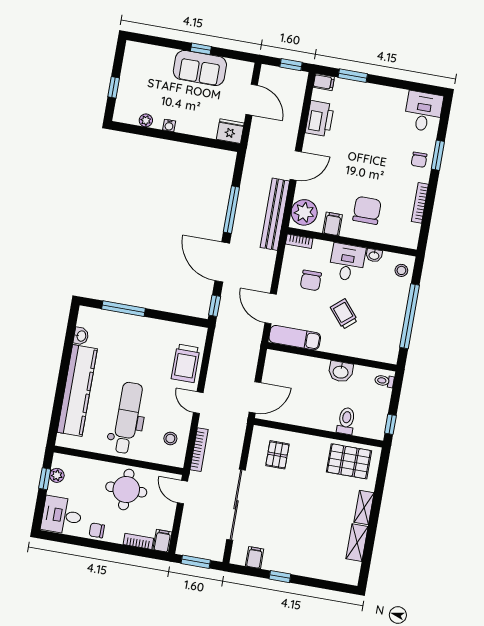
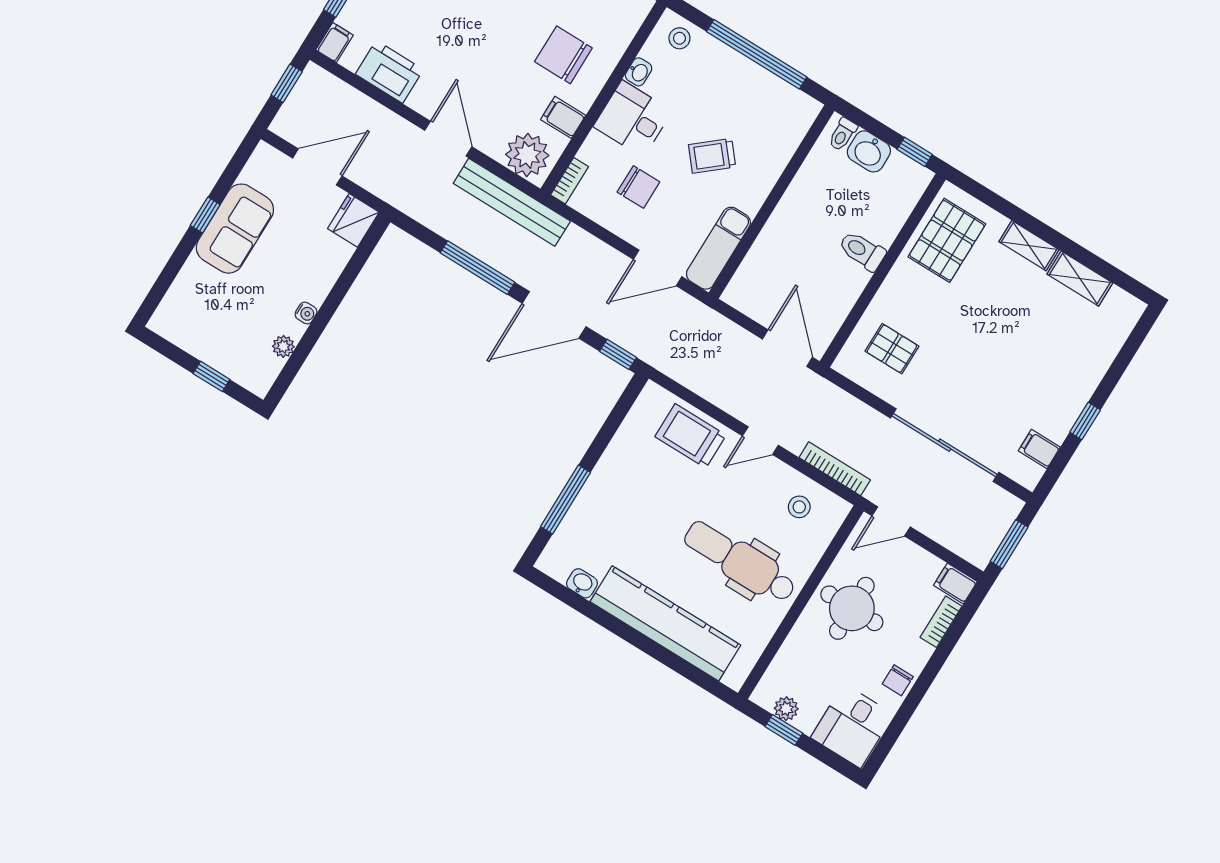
trolley: (186, 363) -> (690, 436), turned 180
washbasin: (341, 372) -> (869, 151), moved, turned 90
toilet: (346, 421) -> (862, 251), moved

